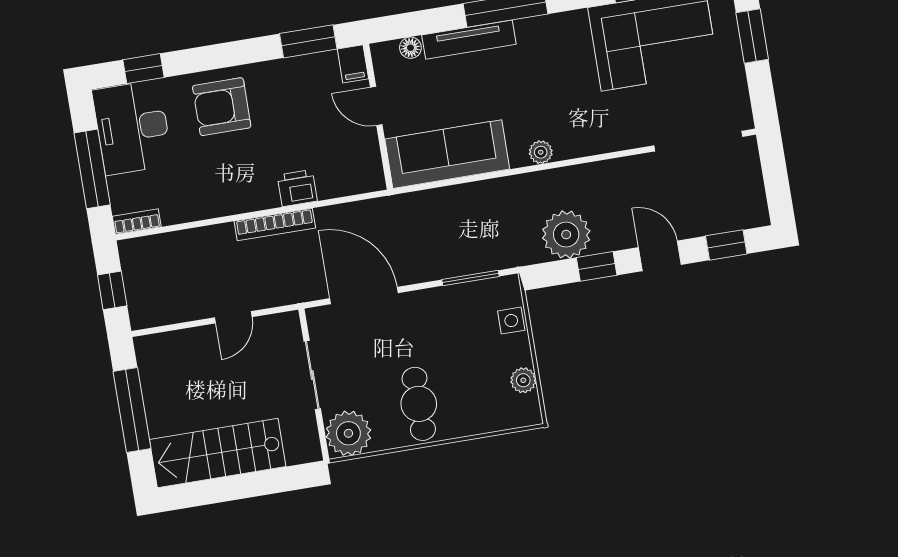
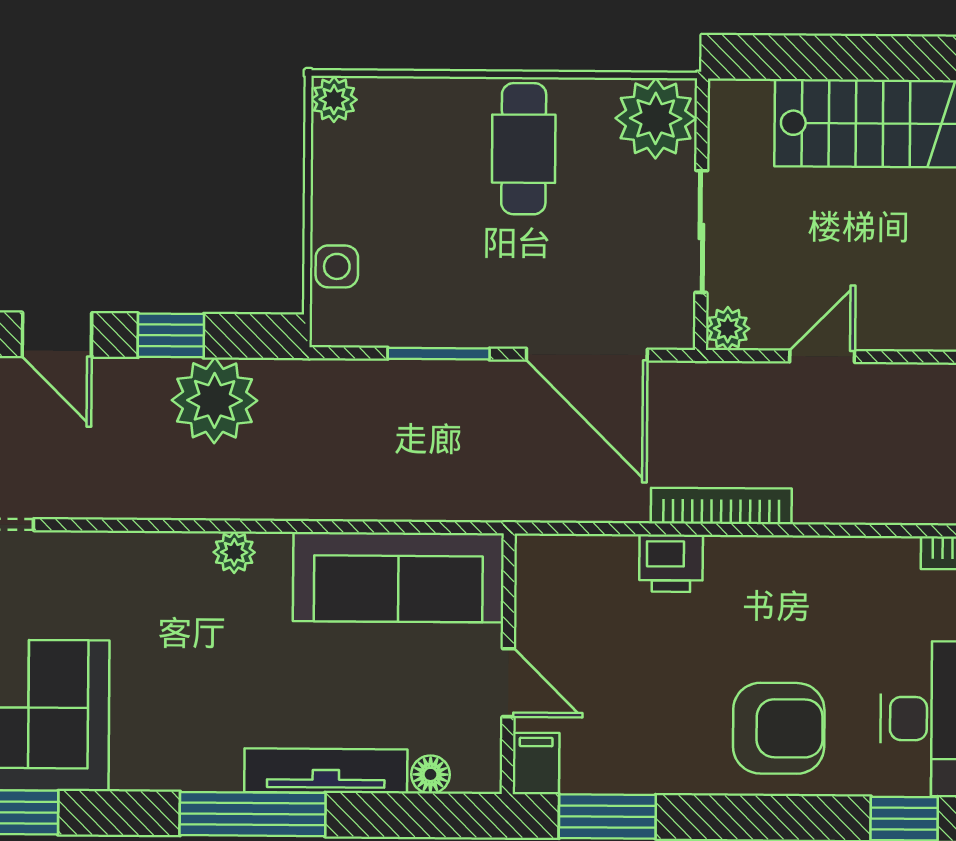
window: (471, 278) -> (439, 354), moved
plant: (288, 324) -> (728, 329), added
plant: (523, 380) -> (334, 99), moved

